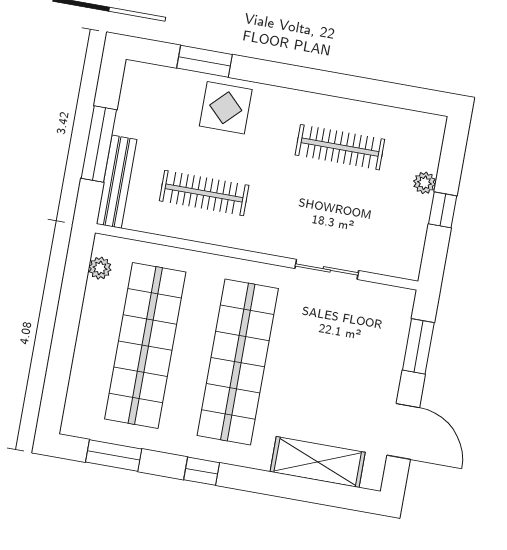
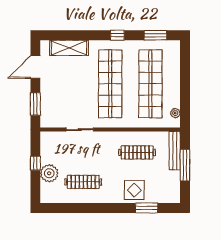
plant: (425, 183) -> (49, 173), width x1.88, depth x1.88
door: (403, 431) -> (35, 67), hinge flipped

